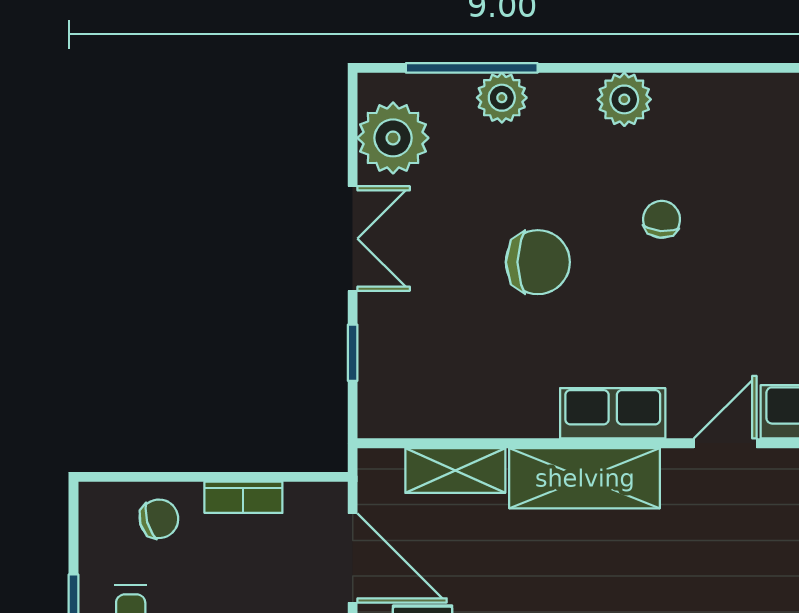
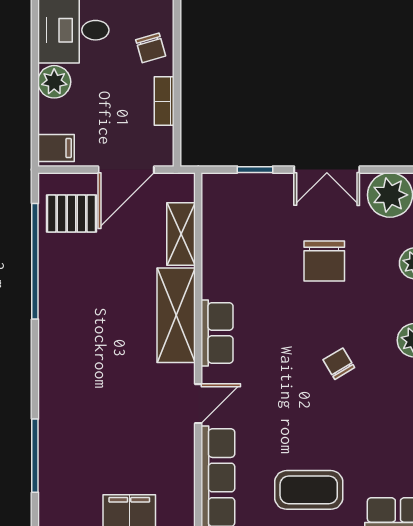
chair: (662, 219) -> (339, 364), turned -126
chair: (538, 262) -> (324, 261), moved
door: (725, 443) -> (198, 404), hinge flipped

